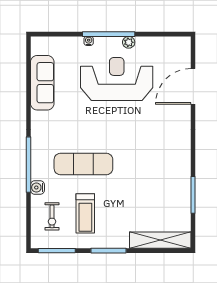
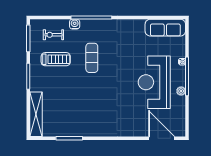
reception desk: (117, 79) -> (154, 82), turned 180
sofa: (42, 83) -> (165, 28), moved
door: (193, 86) -> (162, 138), moved
exercise mat: (83, 164) -> (92, 58), width x0.73, depth x0.69
treadmill: (85, 213) -> (56, 59), turned 180

